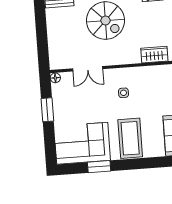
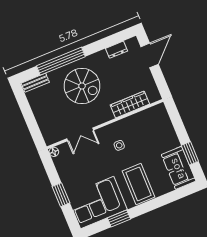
wardrobe: (154, 55) -> (130, 104), width x1.50
window: (47, 110) -> (61, 195), moved

